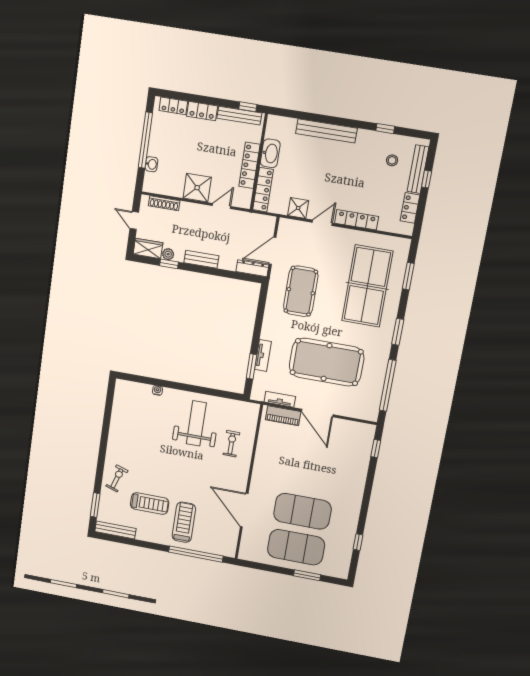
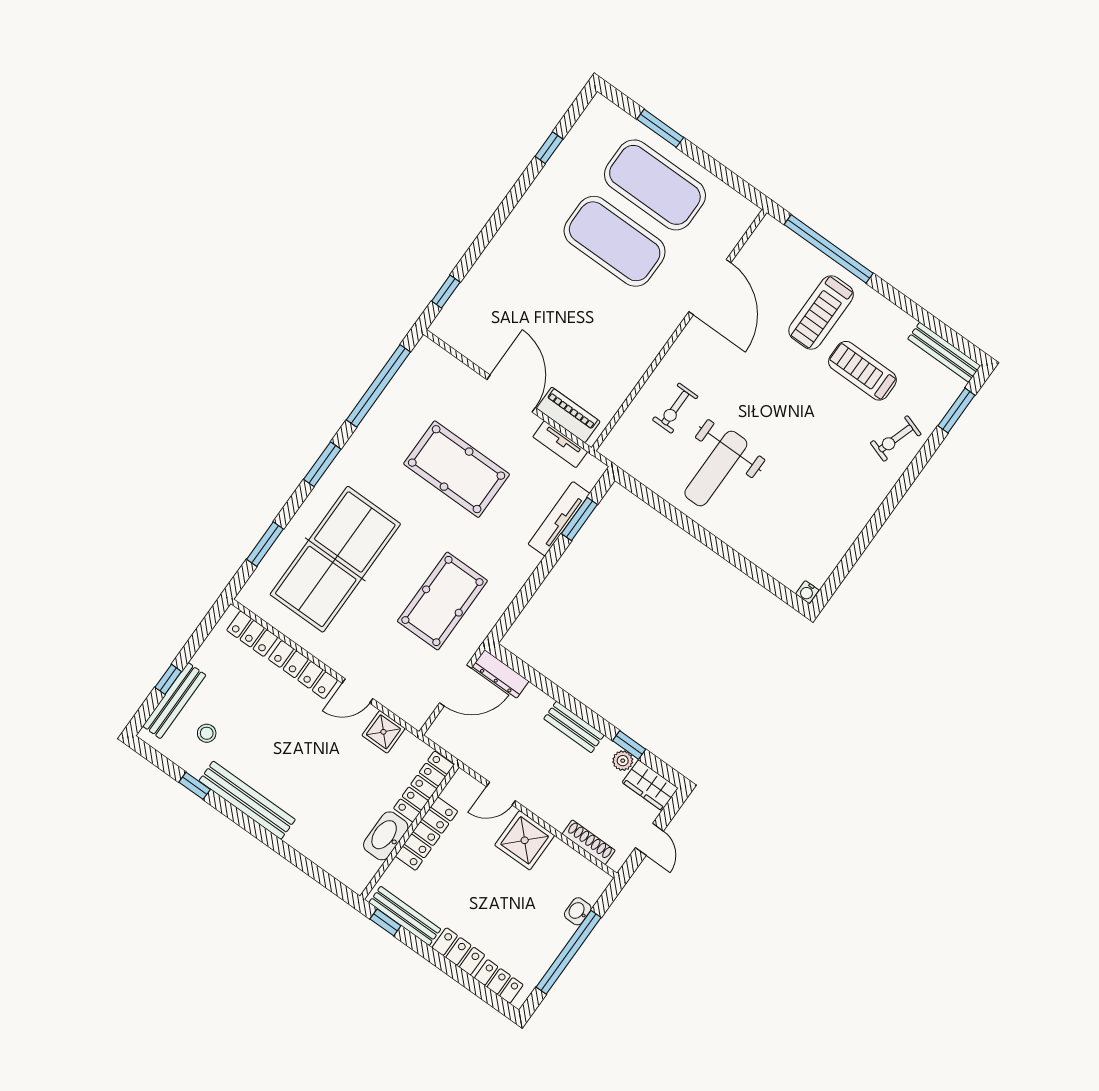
bench: (326, 131) -> (247, 800), moved
locker: (410, 208) -> (252, 634), moved, turned 90
tv unit: (263, 355) -> (559, 519), width x1.41
pool table: (327, 362) -> (457, 469), width x0.73, depth x0.76
water cooler: (157, 390) -> (807, 592), moved

